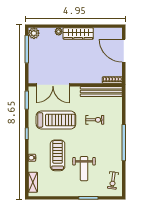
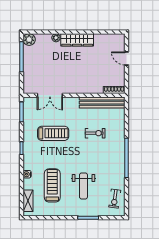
door: (124, 51) -> (126, 58), width x0.53
double door: (53, 85) -> (50, 95), width x0.73
treadmill: (56, 120) -> (53, 133), width x0.73, depth x0.73
treadmill: (58, 155) -> (52, 185), moved

